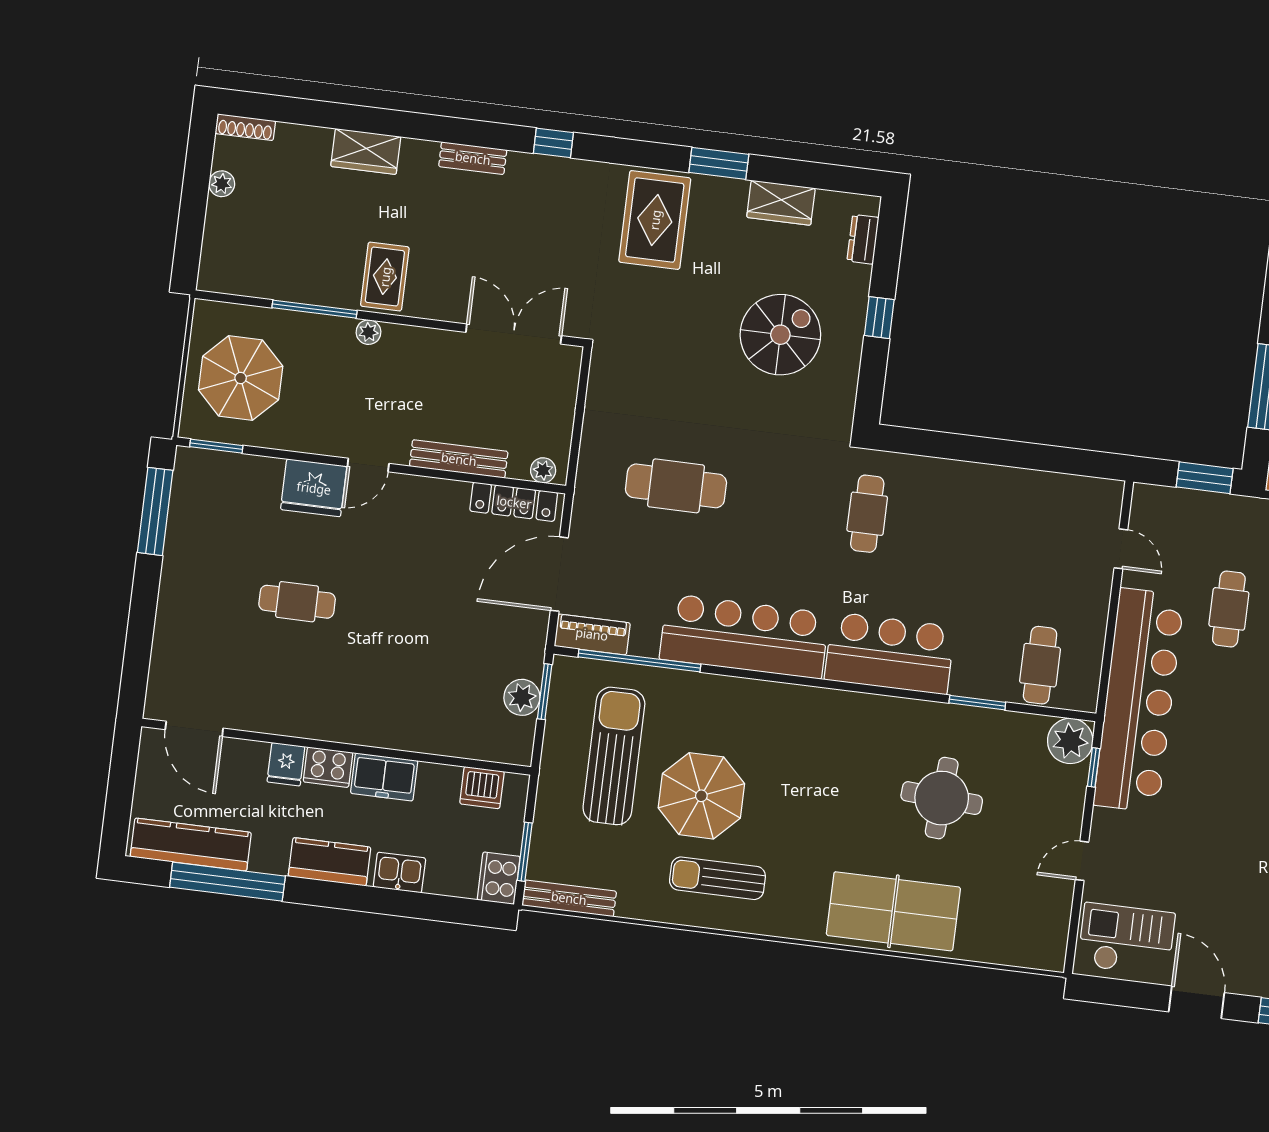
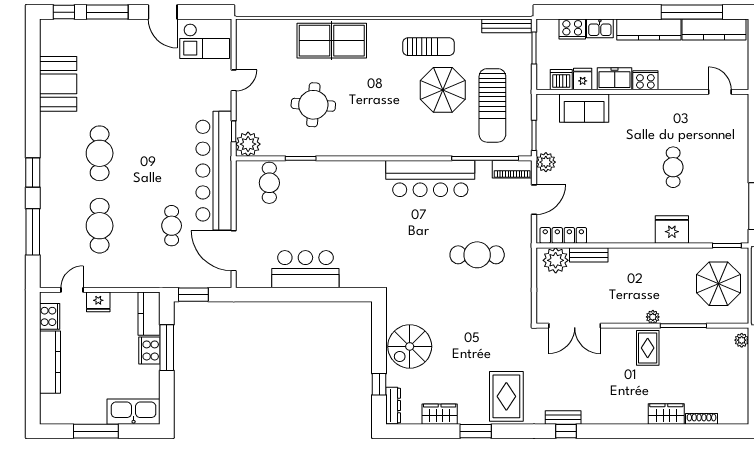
shoe rack: (245, 127) -> (702, 419), moved
bench: (473, 158) -> (563, 417), moved
plant: (222, 184) -> (742, 340), moved
dresser: (863, 239) -> (393, 406), width x1.44
window: (879, 318) -> (379, 384), moved
spiral stairs: (780, 335) -> (410, 346), moved
bench: (459, 459) -> (589, 255), width x0.73
door: (368, 465) -> (644, 245), removed
plant: (543, 470) -> (556, 260), width x1.88, depth x1.88
cafe table: (867, 514) -> (372, 253), removed
door: (1121, 549) -> (234, 251), width x1.87
door: (559, 574) -> (534, 200), width x0.73
cafe table: (297, 602) -> (673, 167), turned 90
bar counter: (890, 653) -> (305, 269), moved, turned 180
plant: (522, 697) -> (546, 162), moved
door: (194, 729) -> (720, 92), width x0.73
sofa: (447, 730) -> (584, 108), added
fridge: (286, 764) -> (583, 79), moved
kitchen counter: (329, 862) -> (649, 30), width x1.50
cooker: (499, 878) -> (572, 29), moved, turned 90

